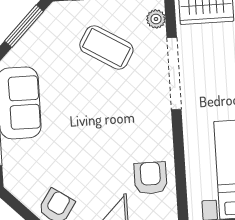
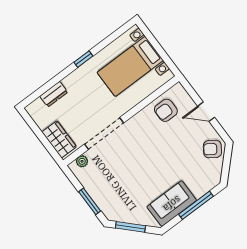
coffee table: (106, 47) -> (113, 177), removed

